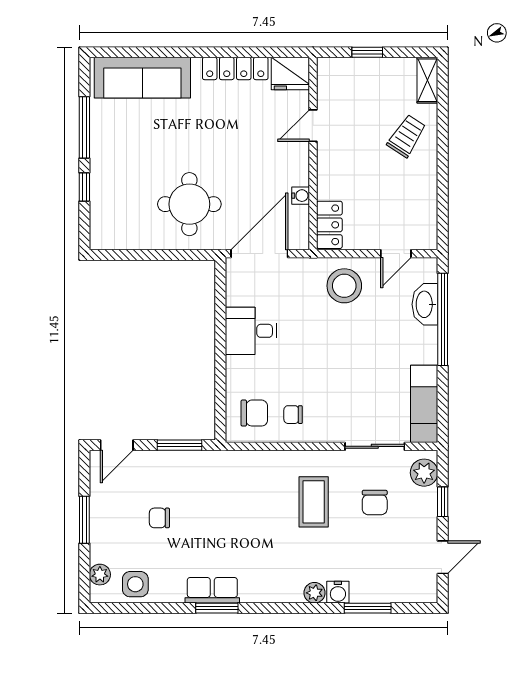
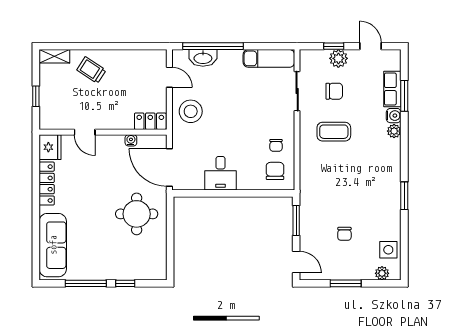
plant: (424, 473) -> (338, 58), moved
row of seats: (212, 590) -> (392, 89), moved

